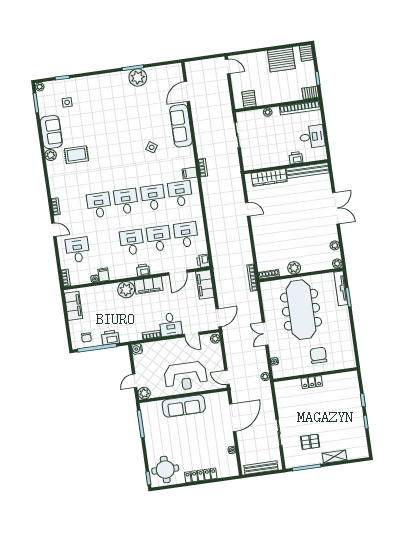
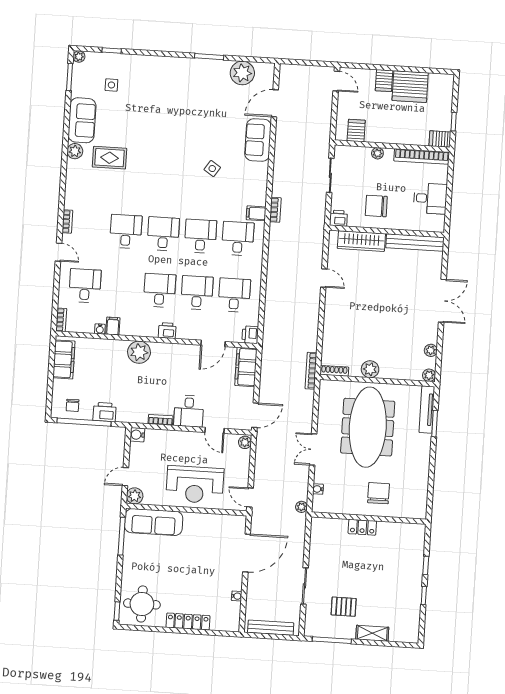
server rack: (306, 53) -> (384, 81), moved
plant: (138, 78) -> (242, 73), moved
sofa: (181, 126) -> (258, 140), width x0.73
chair: (275, 150) -> (376, 206), added
printer: (296, 158) -> (338, 218), moved
filing cabinet: (149, 285) -> (170, 353), removed
sofa: (184, 406) -> (154, 522), moved

